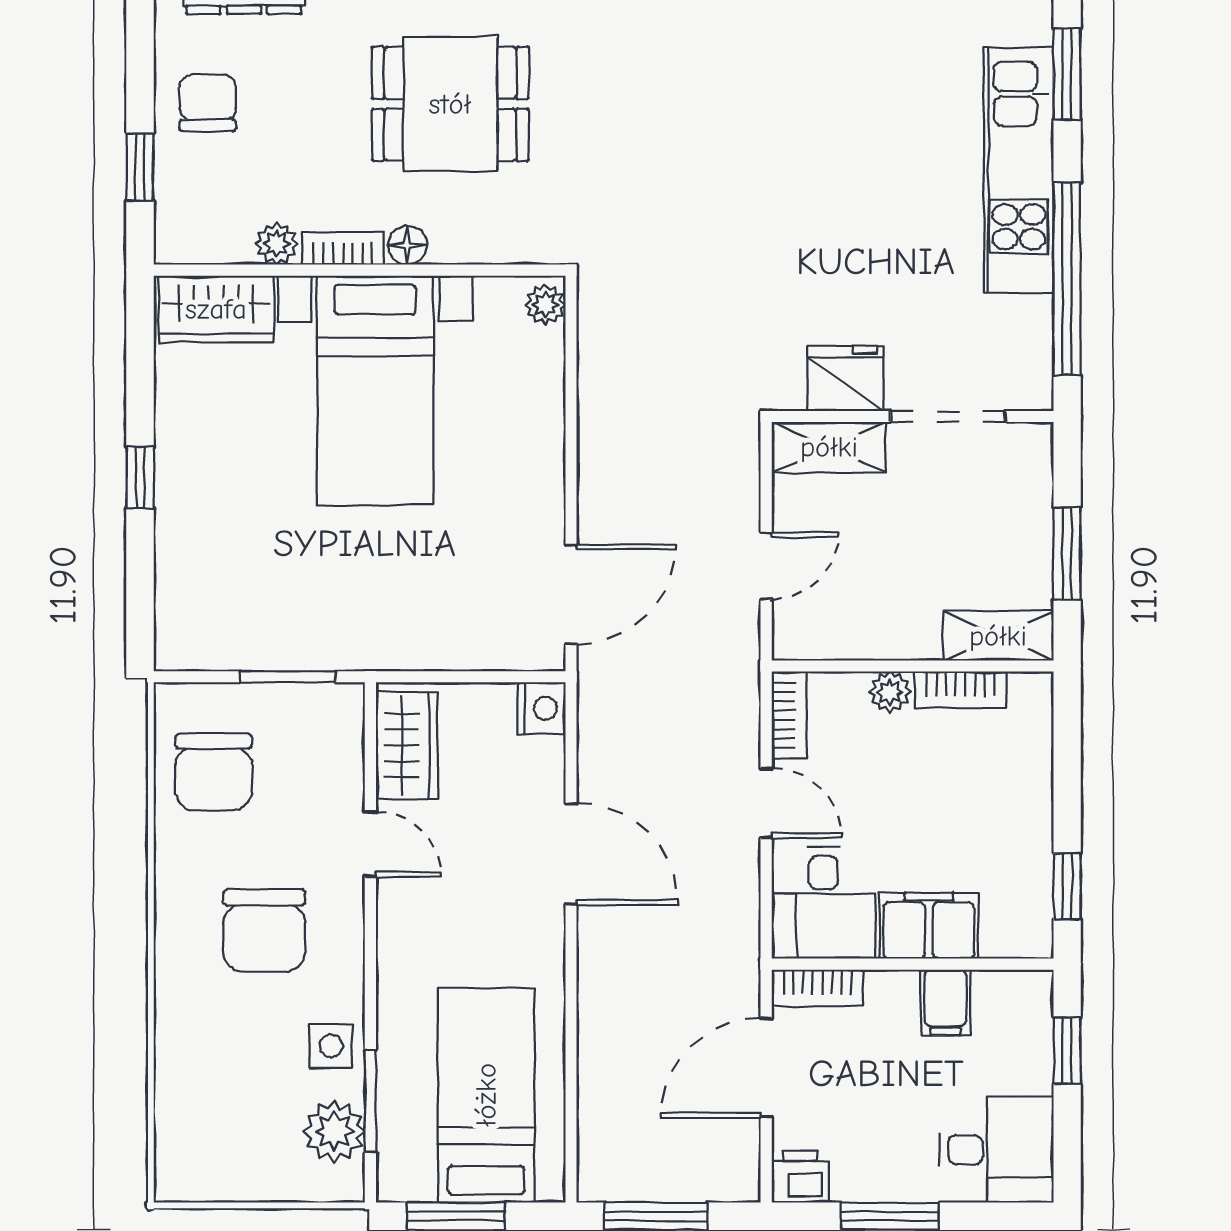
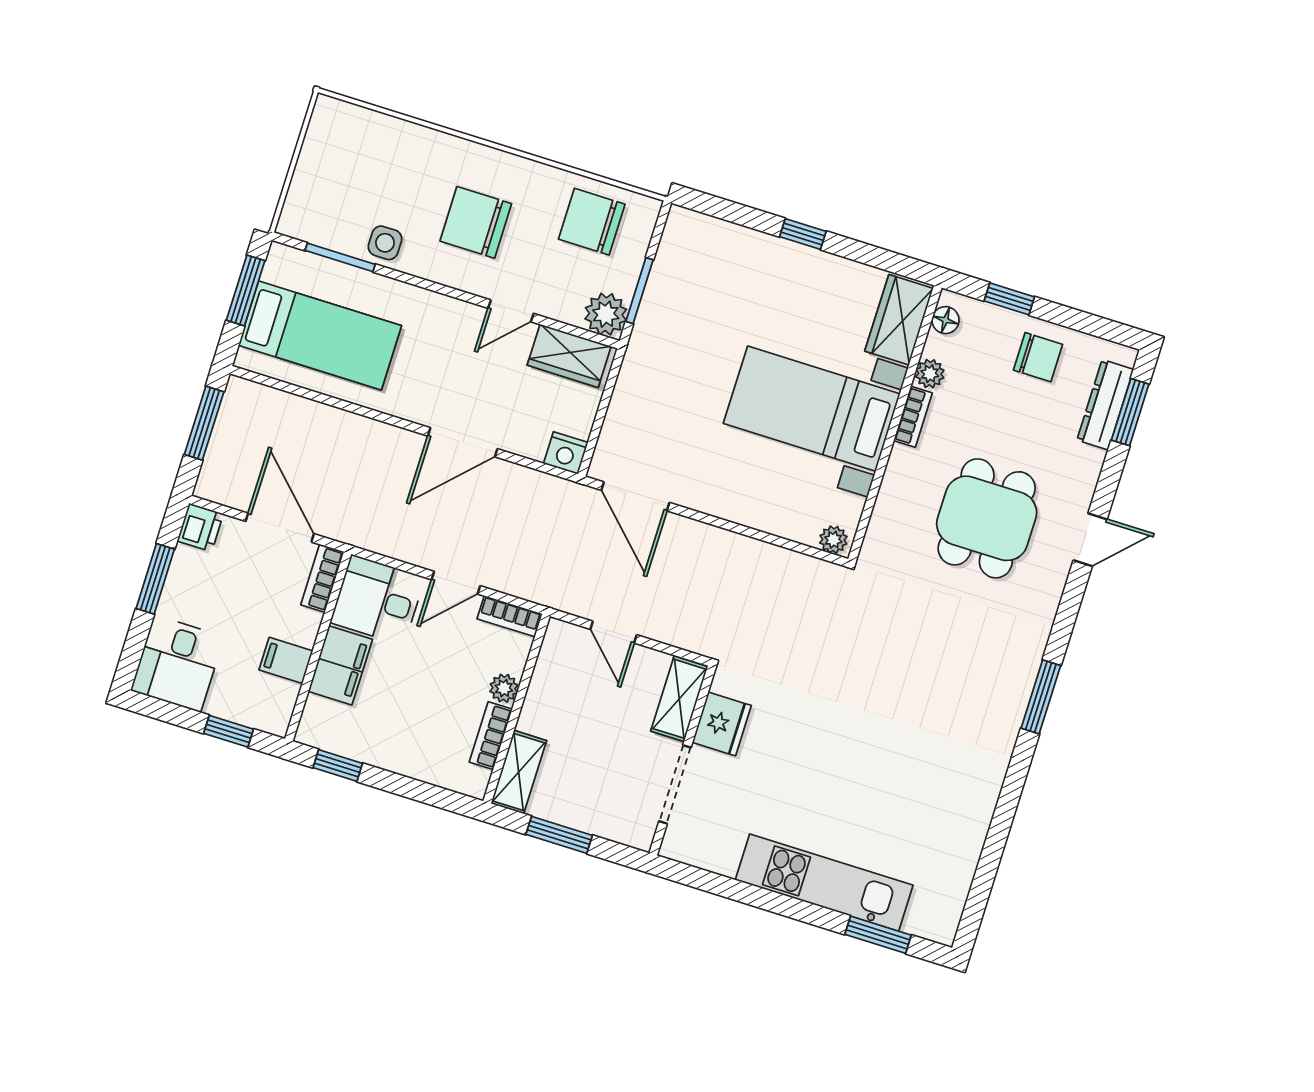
floor lamp: (407, 245) -> (945, 320), moved
window: (1067, 279) -> (742, 892), removed
plant: (334, 1131) -> (606, 314), moved

